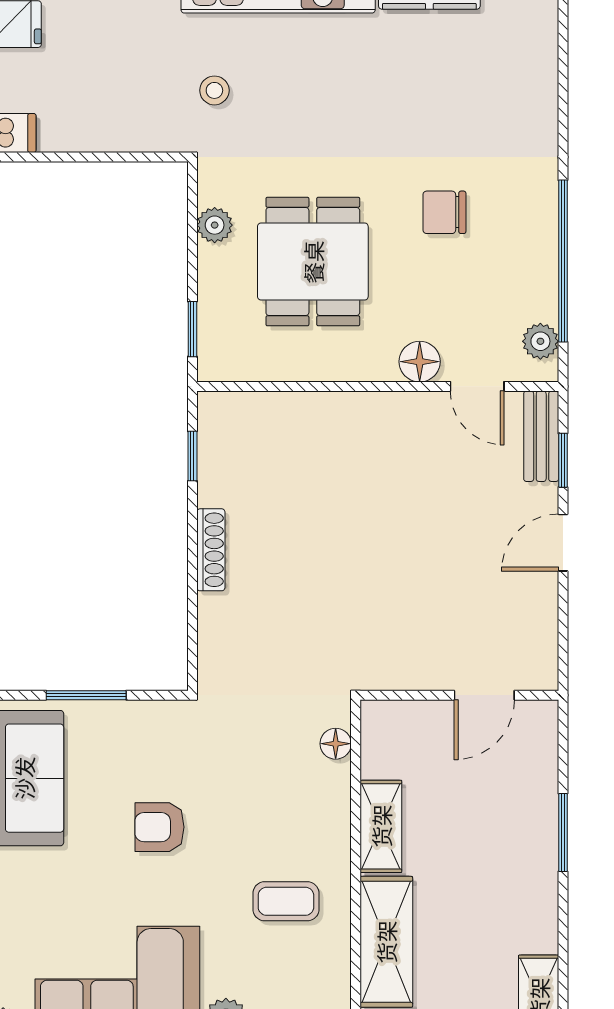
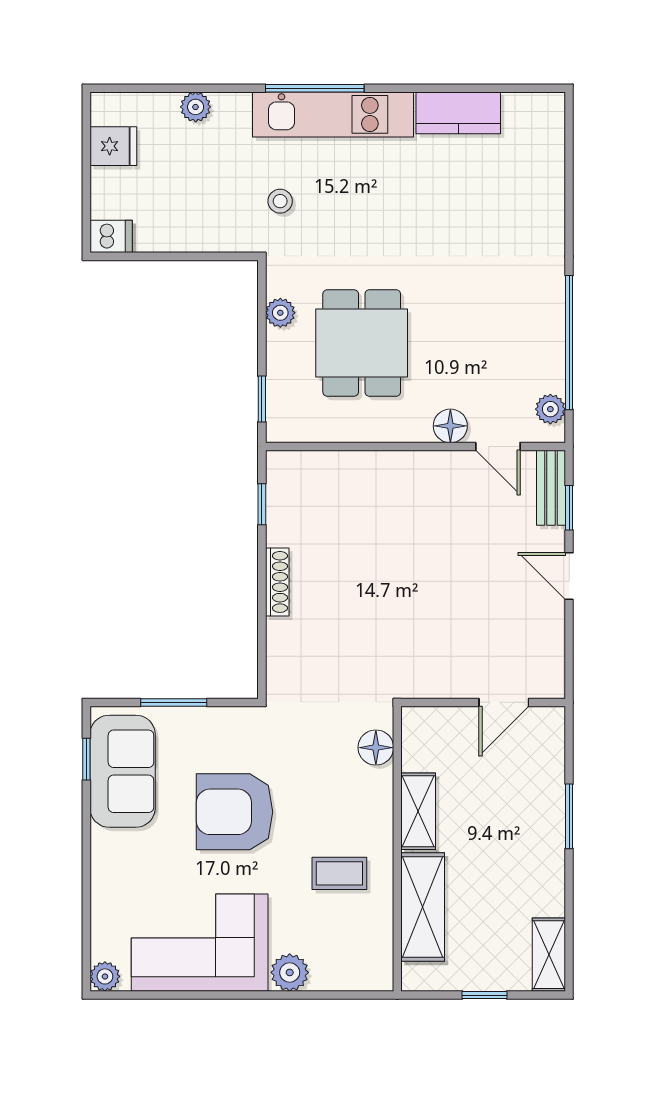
chair: (444, 212) -> (471, 302), removed
door: (563, 543) -> (569, 576), hinge flipped
floor lamp: (336, 744) -> (376, 748), width x1.37, depth x1.37
armchair: (159, 827) -> (235, 812), width x1.88, depth x1.88

